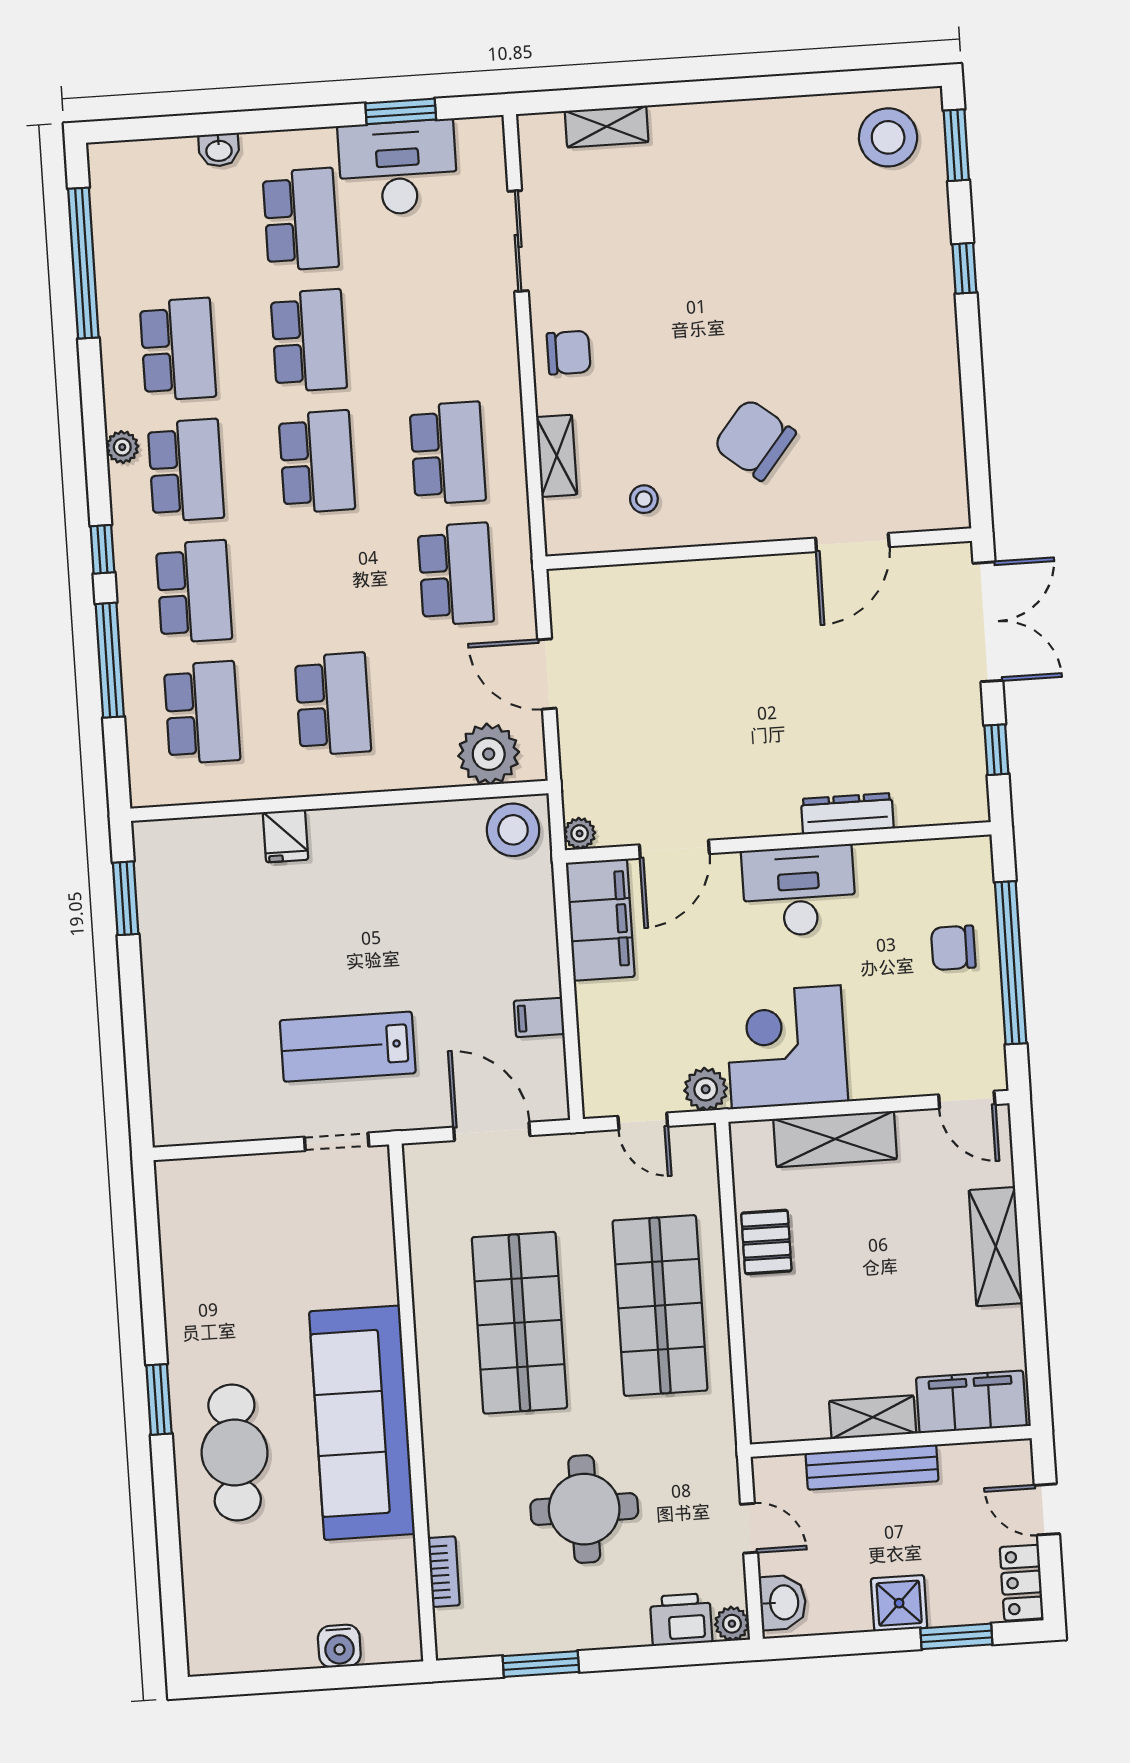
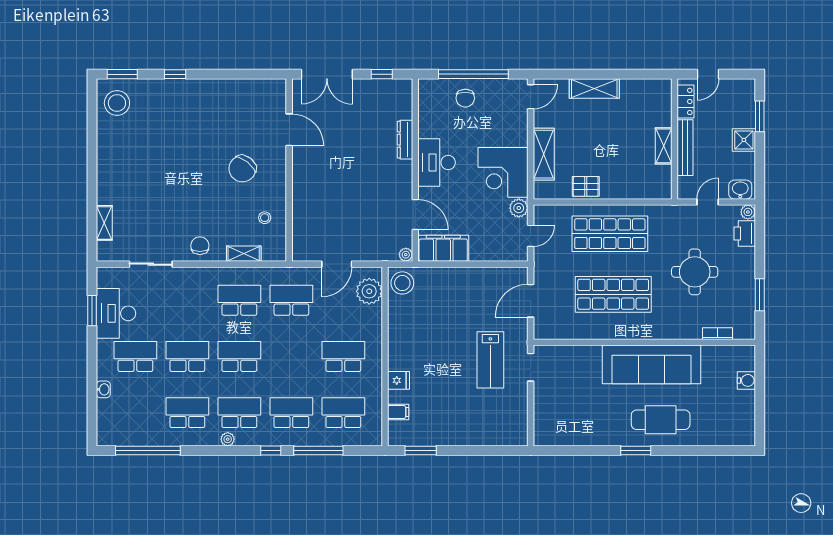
double door: (988, 622) -> (327, 74), swing flipped
filing cabinet: (539, 1017) -> (398, 412), moved, turned -90
filing cabinet: (971, 1402) -> (660, 103), removed
locker: (1022, 1583) -> (686, 101), moved, turned -90

